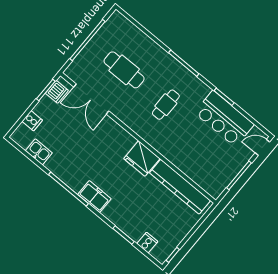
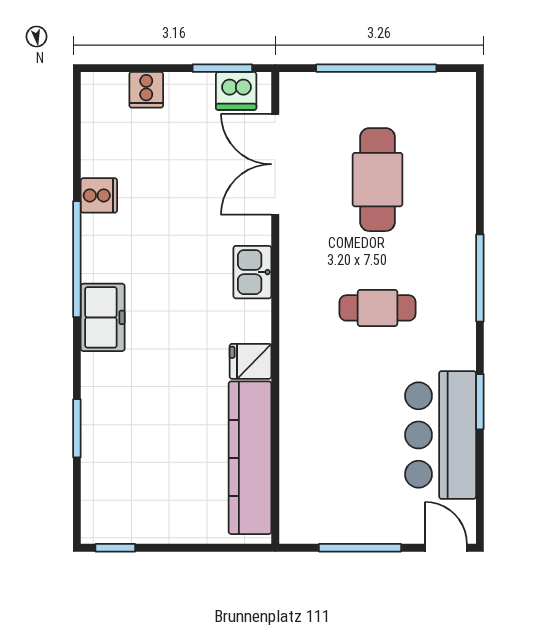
kitchen sink: (39, 152) -> (252, 272), moved, turned 180
fridge: (142, 159) -> (250, 361), width x0.53, depth x0.75
cooker: (147, 243) -> (99, 195), moved

